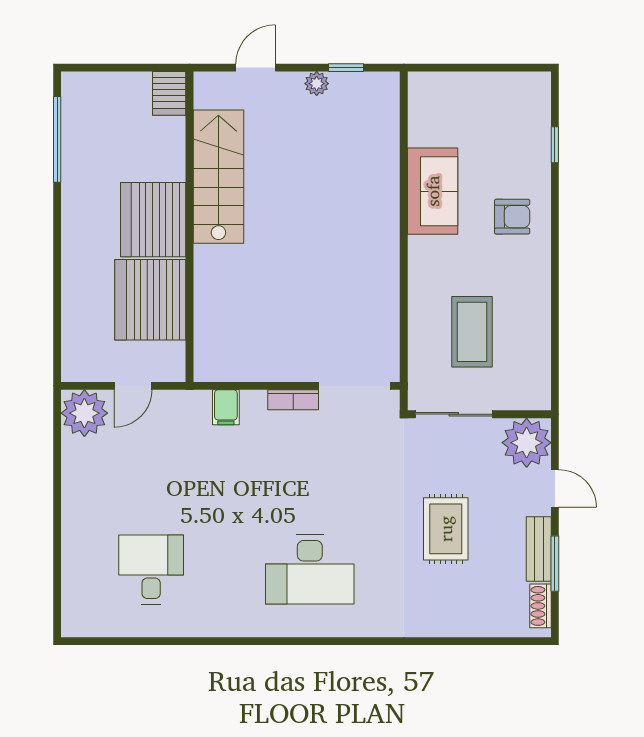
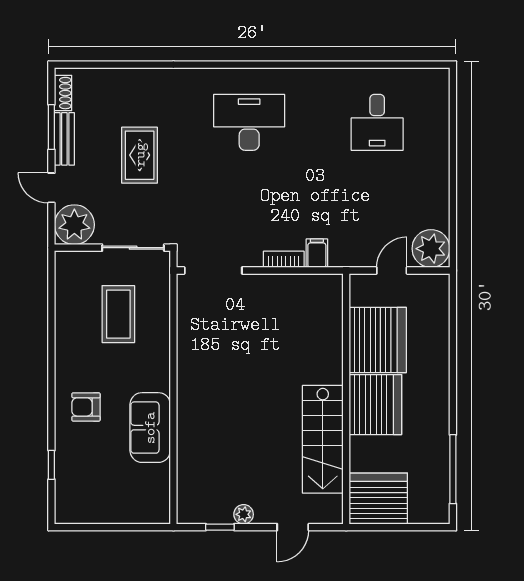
server rack: (169, 93) -> (378, 499), width x2.18, depth x1.44
bookcase: (293, 400) -> (284, 259), moved

